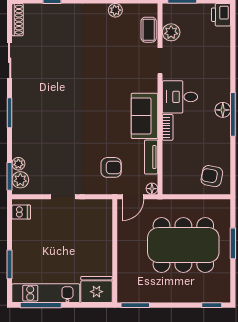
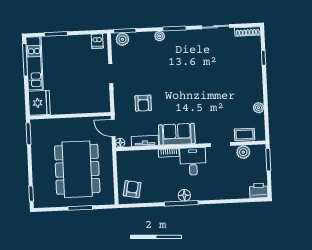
plant: (18, 164) -> (160, 36), moved
armchair: (111, 167) -> (143, 103), moved

